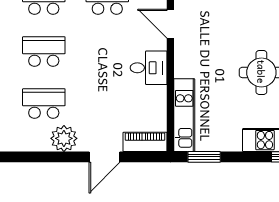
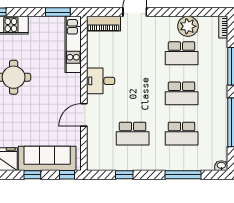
door: (170, 24) -> (84, 115), swing flipped
plant: (64, 138) -> (188, 26), moved

